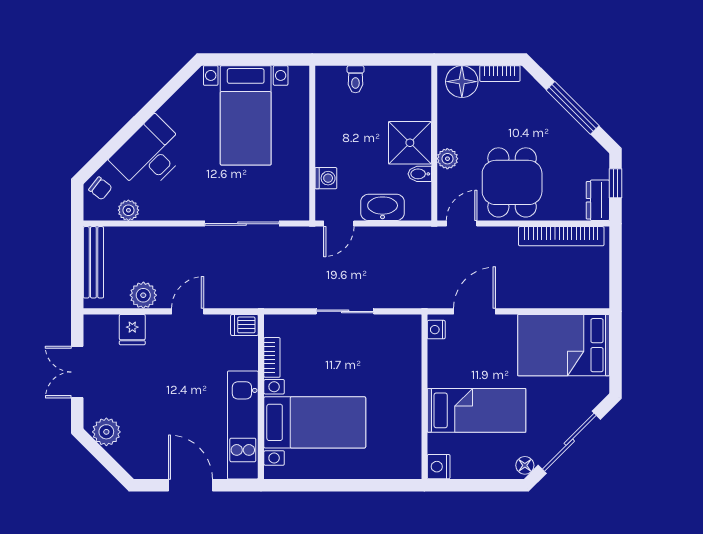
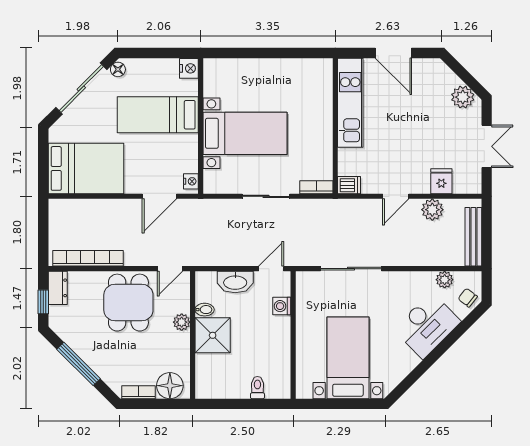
bookcase: (272, 357) -> (316, 187), moved, turned 90
bed with nightstands: (315, 422) -> (245, 133), moved, turned 180

